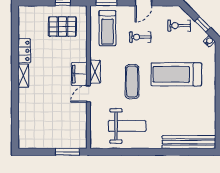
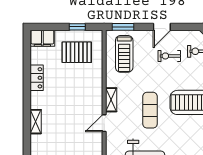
exercise bike: (140, 37) -> (169, 56), moved
filing cabinet: (79, 74) -> (42, 38), moved, turned -90
shelving: (23, 76) -> (36, 122), moved

